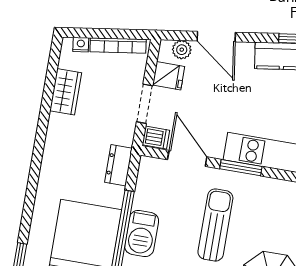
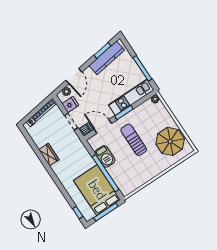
door: (216, 37) -> (74, 76), hinge flipped
wardrobe: (66, 92) -> (49, 155), moved
dresser: (118, 165) -> (82, 151), removed
barbecue: (142, 234) -> (105, 156), moved

